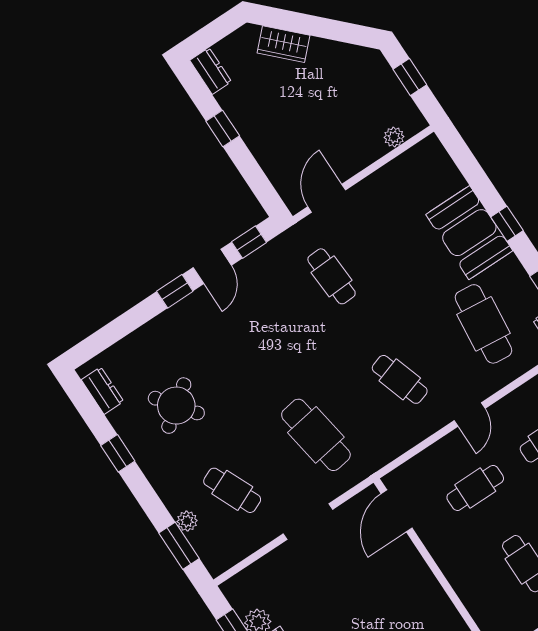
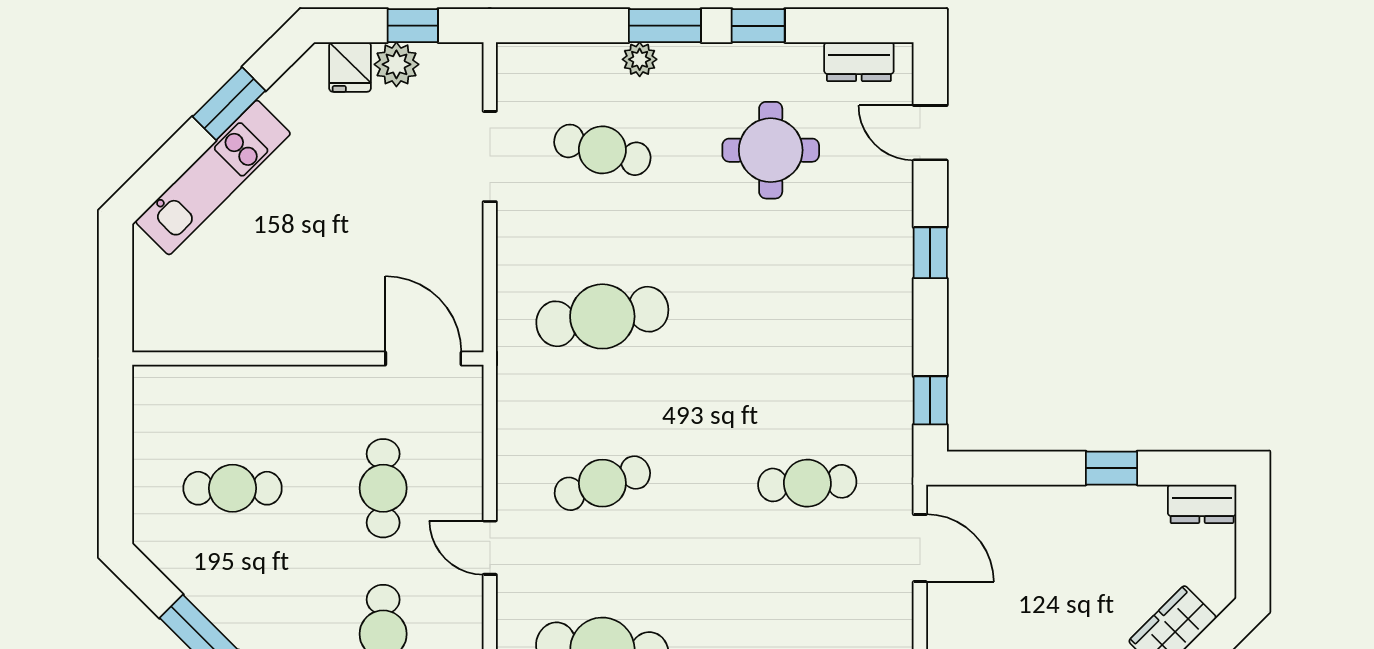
door: (212, 266) -> (930, 133), moved
round table: (176, 406) -> (771, 150), turned 37
cafe table: (232, 490) -> (602, 150), turned 39
plant: (187, 521) -> (640, 59), moved
doorway: (308, 522) -> (490, 157), moved
window: (179, 546) -> (665, 26), moved

